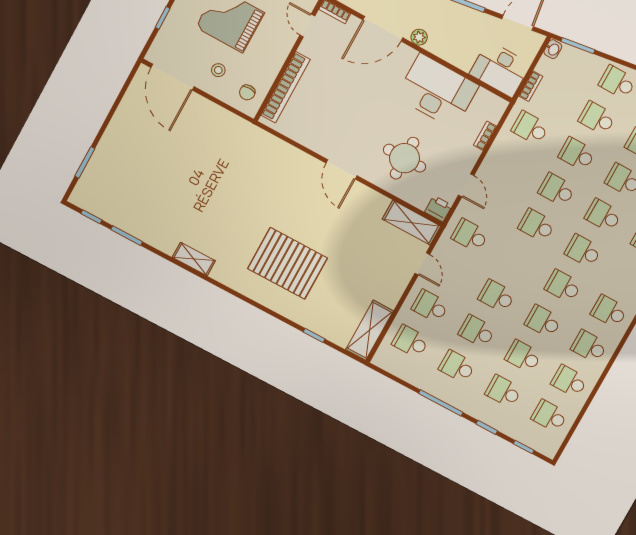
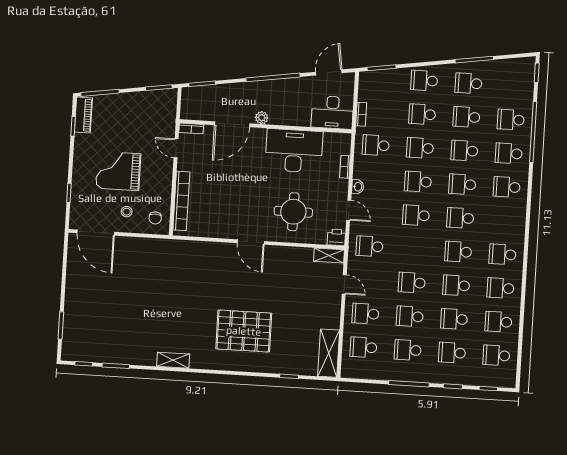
washbasin: (553, 49) -> (358, 187), moved
shelving: (412, 223) -> (329, 255), width x0.67, depth x0.75

